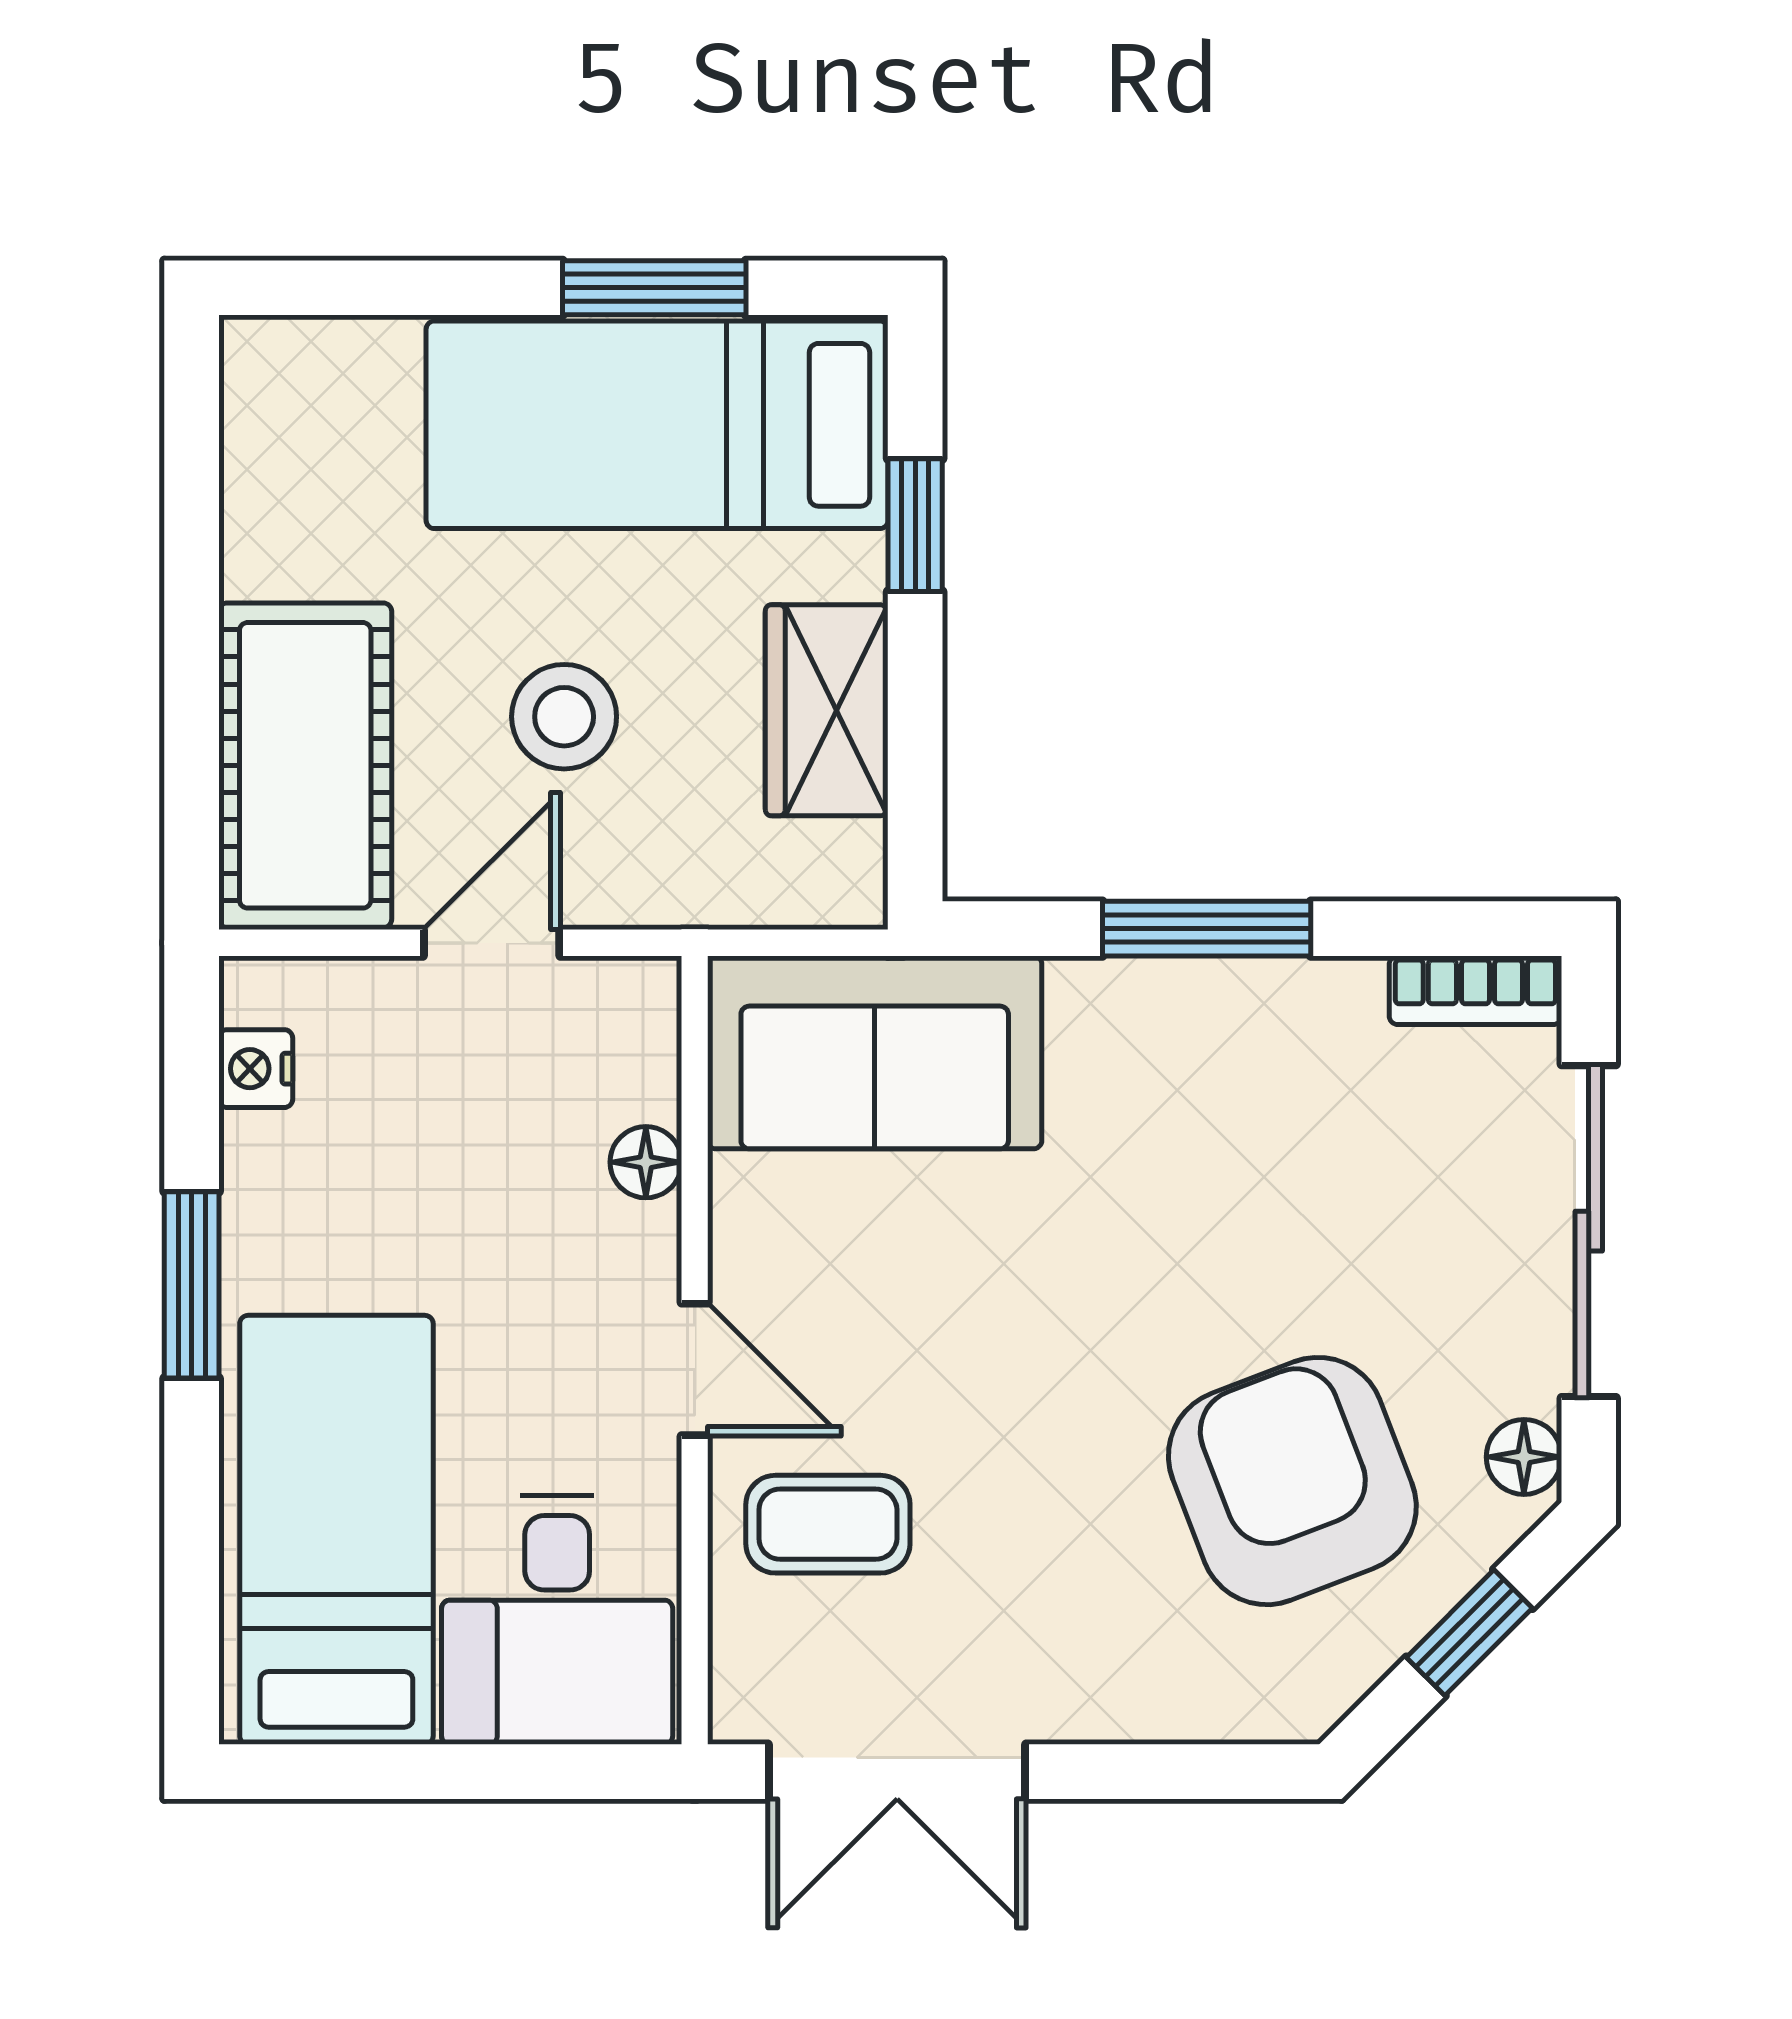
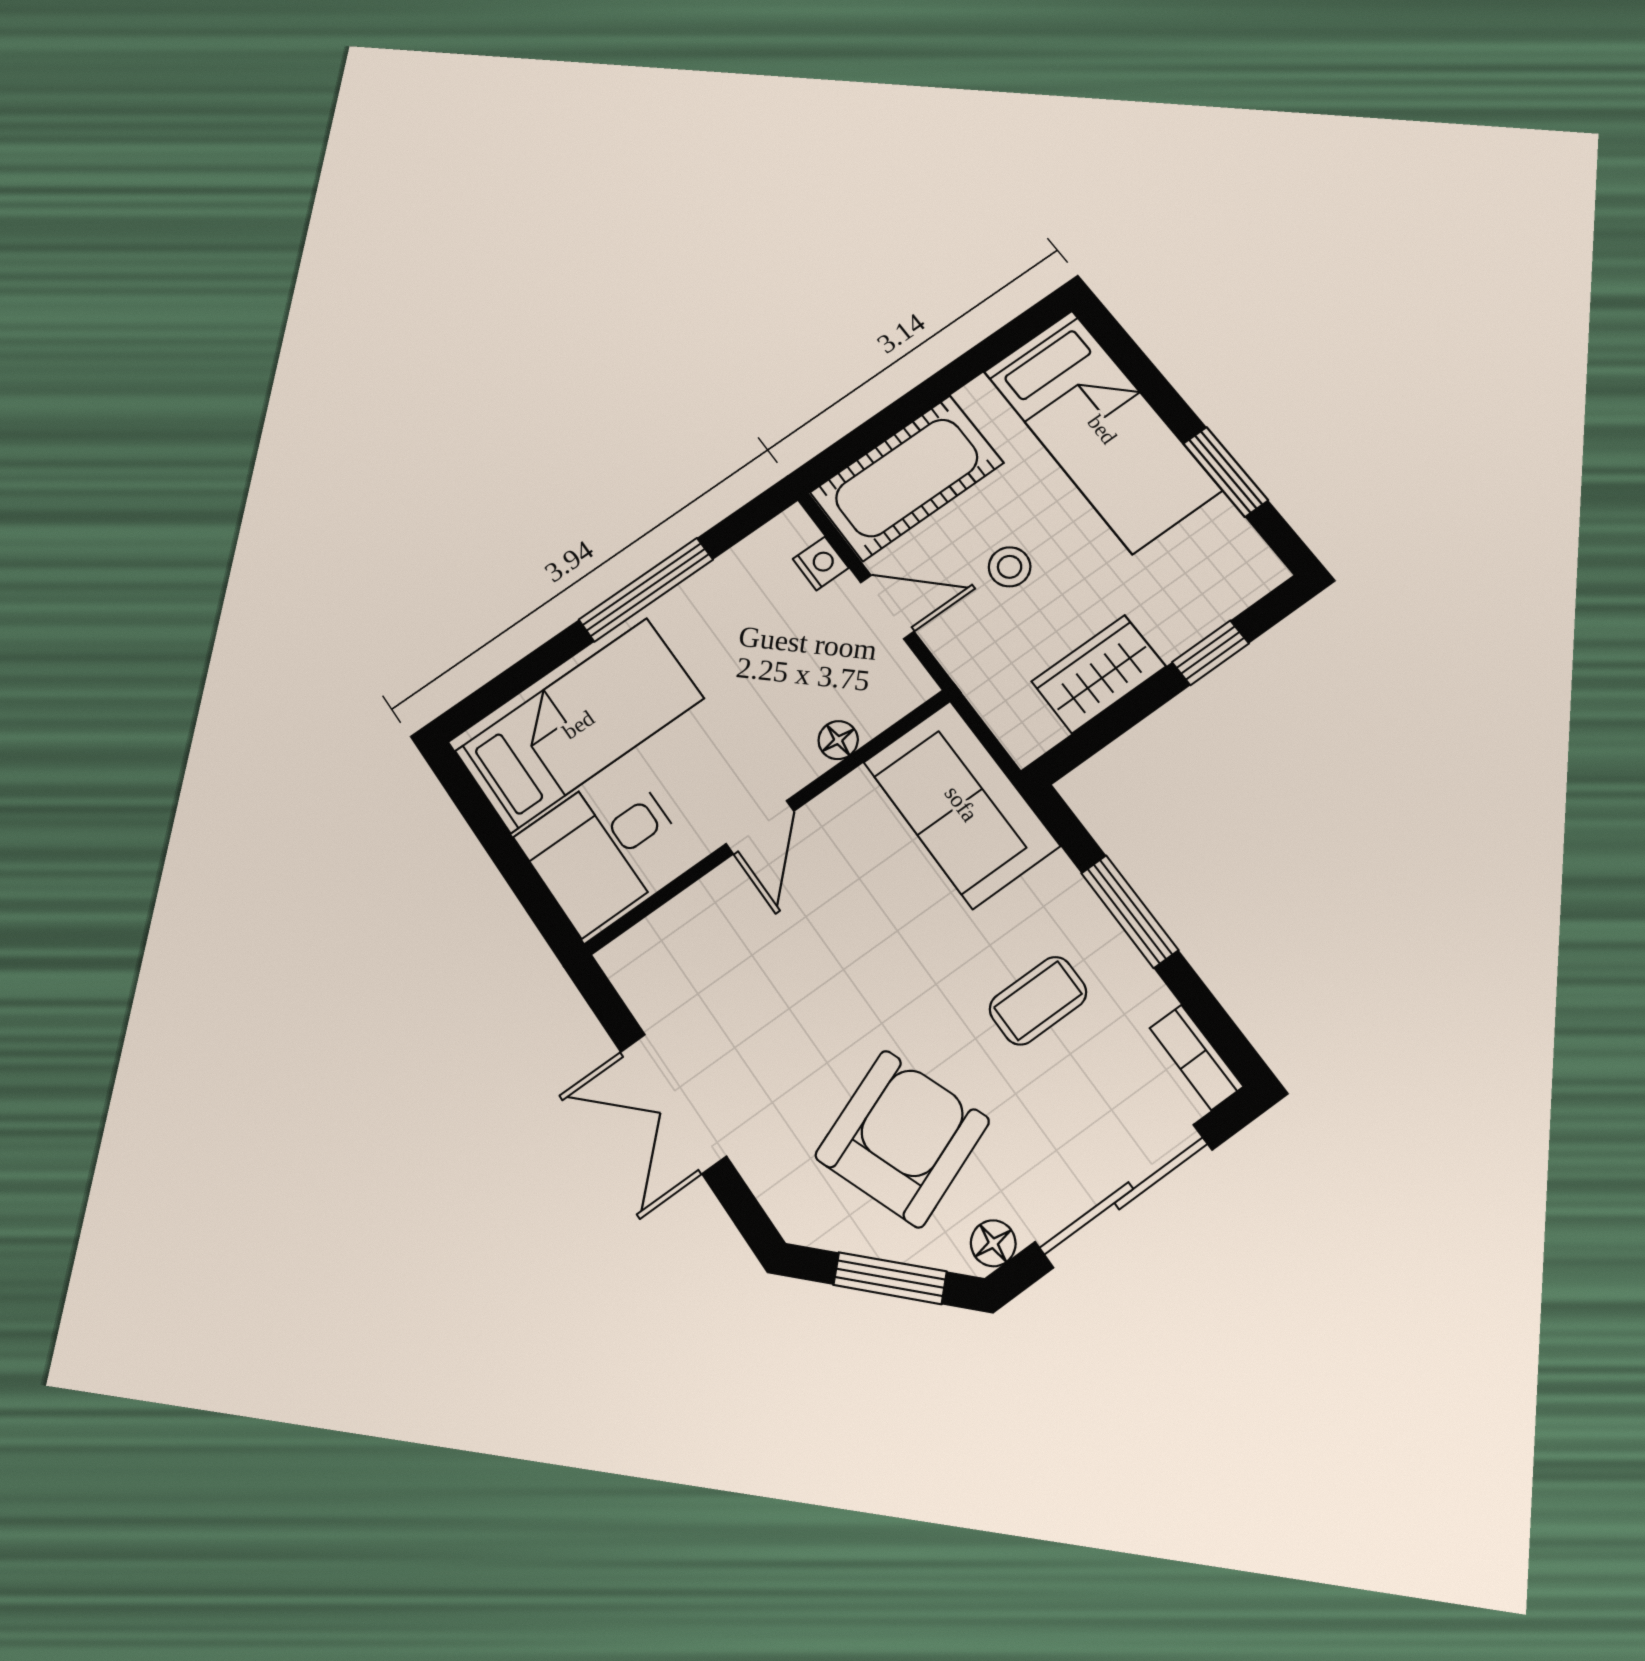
bed: (657, 425) -> (1102, 430), moved, turned 180
stool: (564, 717) -> (1010, 567), width x0.73, depth x0.73
nightstand: (256, 1069) -> (821, 563), moved, turned 90
window: (192, 1285) -> (646, 590), width x1.44
coffee table: (828, 1524) -> (1038, 1001), moved, turned 90
window: (1469, 1633) -> (890, 1278), width x1.50
double door: (897, 1772) -> (673, 1104), moved

